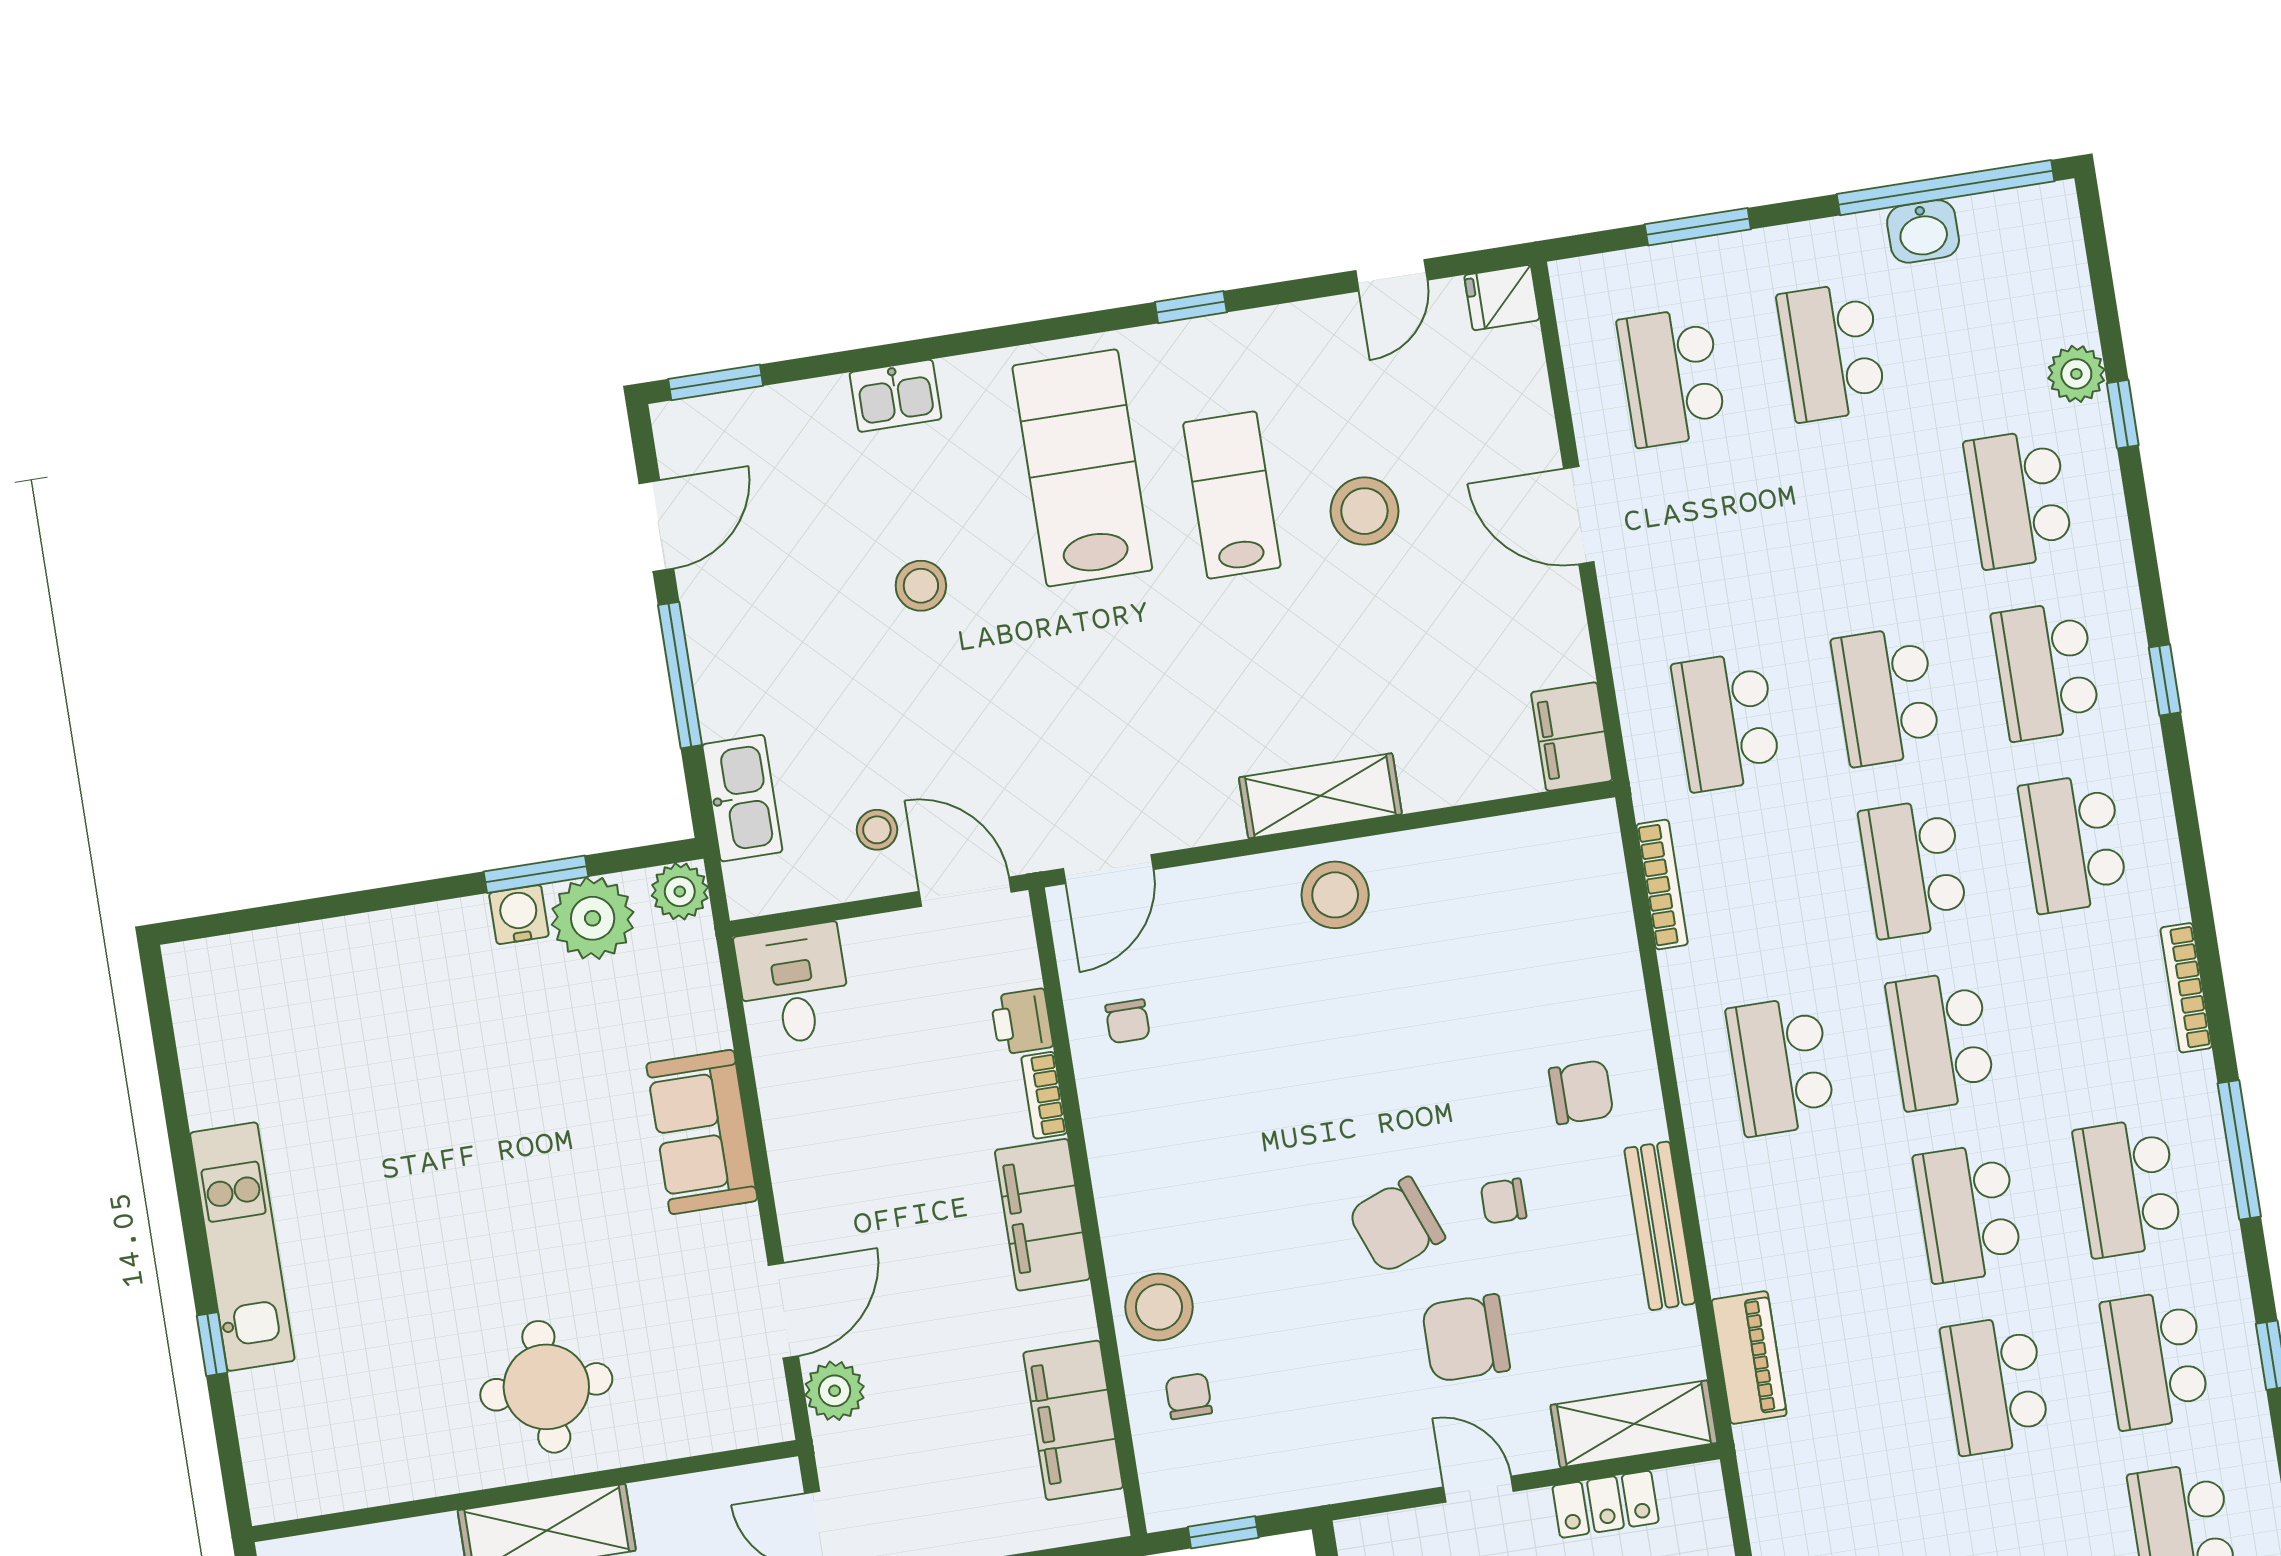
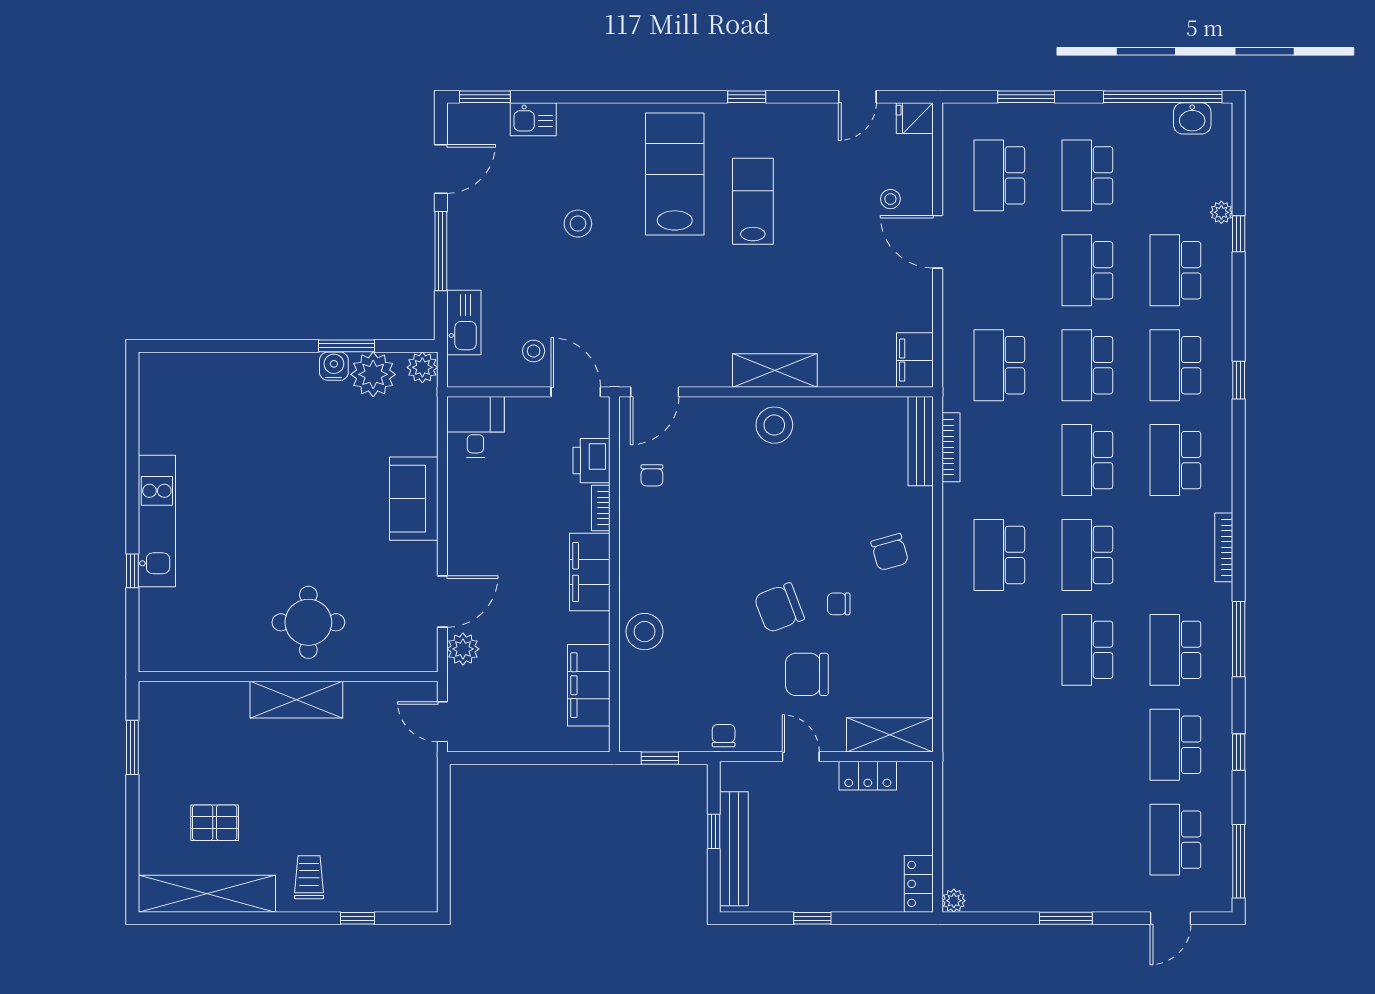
washbasin: (1923, 231) -> (1192, 118), moved
plant: (2076, 374) -> (1221, 212), width x0.73, depth x0.73
kitchen sink: (895, 396) -> (533, 119), moved
stool: (1364, 511) -> (890, 199), moved, width x0.53, depth x0.53
printer: (1022, 1022) -> (591, 461), width x1.36, depth x1.24
chair: (1581, 1092) -> (890, 552), turned 74
bench: (1660, 1226) -> (921, 441), moved
piano: (1749, 1358) -> (957, 709), removed
school desk: (1995, 1385) -> (1087, 270), moved
chair: (1189, 1396) -> (724, 736), moved

